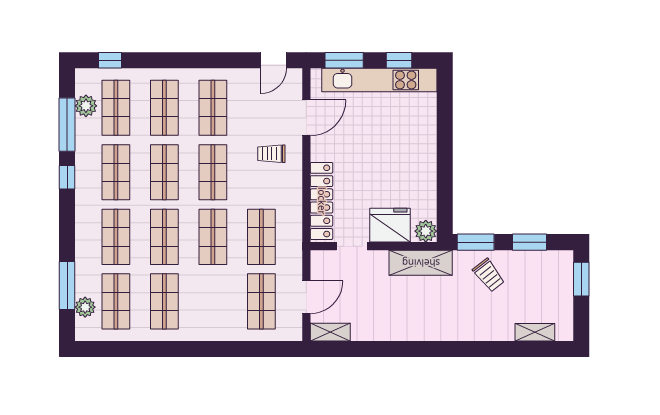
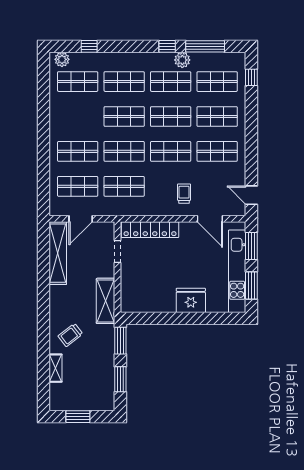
window: (399, 60) -> (251, 285), width x1.50
plant: (86, 106) -> (182, 60), moved
fridge: (390, 225) -> (191, 300), moved, turned -90
plant: (426, 231) -> (128, 305), removed
trolley: (489, 275) -> (70, 335), moved
window: (581, 279) -> (78, 417), moved
window: (67, 285) -> (89, 46), width x0.46
door: (306, 297) -> (81, 219), hinge flipped
shop shelf: (164, 301) -> (78, 151), moved
plant: (85, 307) -> (62, 59), moved
shelving: (330, 332) -> (58, 253), width x2.20, depth x1.33
shelving: (535, 332) -> (56, 368), moved

